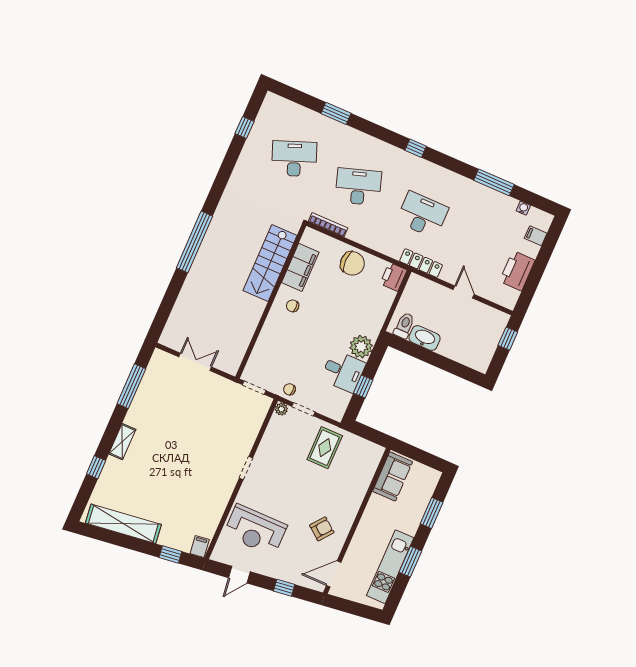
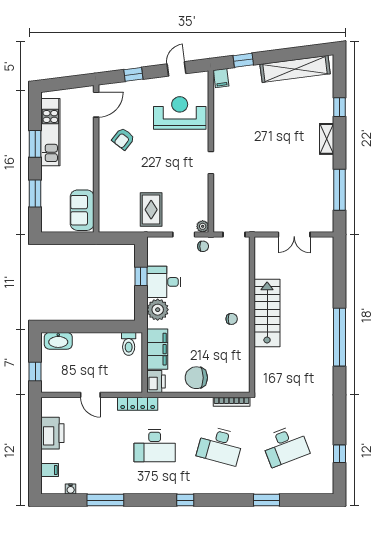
desk: (358, 187) -> (220, 446), turned 33
stairs: (270, 263) -> (267, 313), moved
filing cabinet: (300, 267) -> (157, 349), moved, turned 180
washbasin: (424, 338) -> (58, 341), moved

